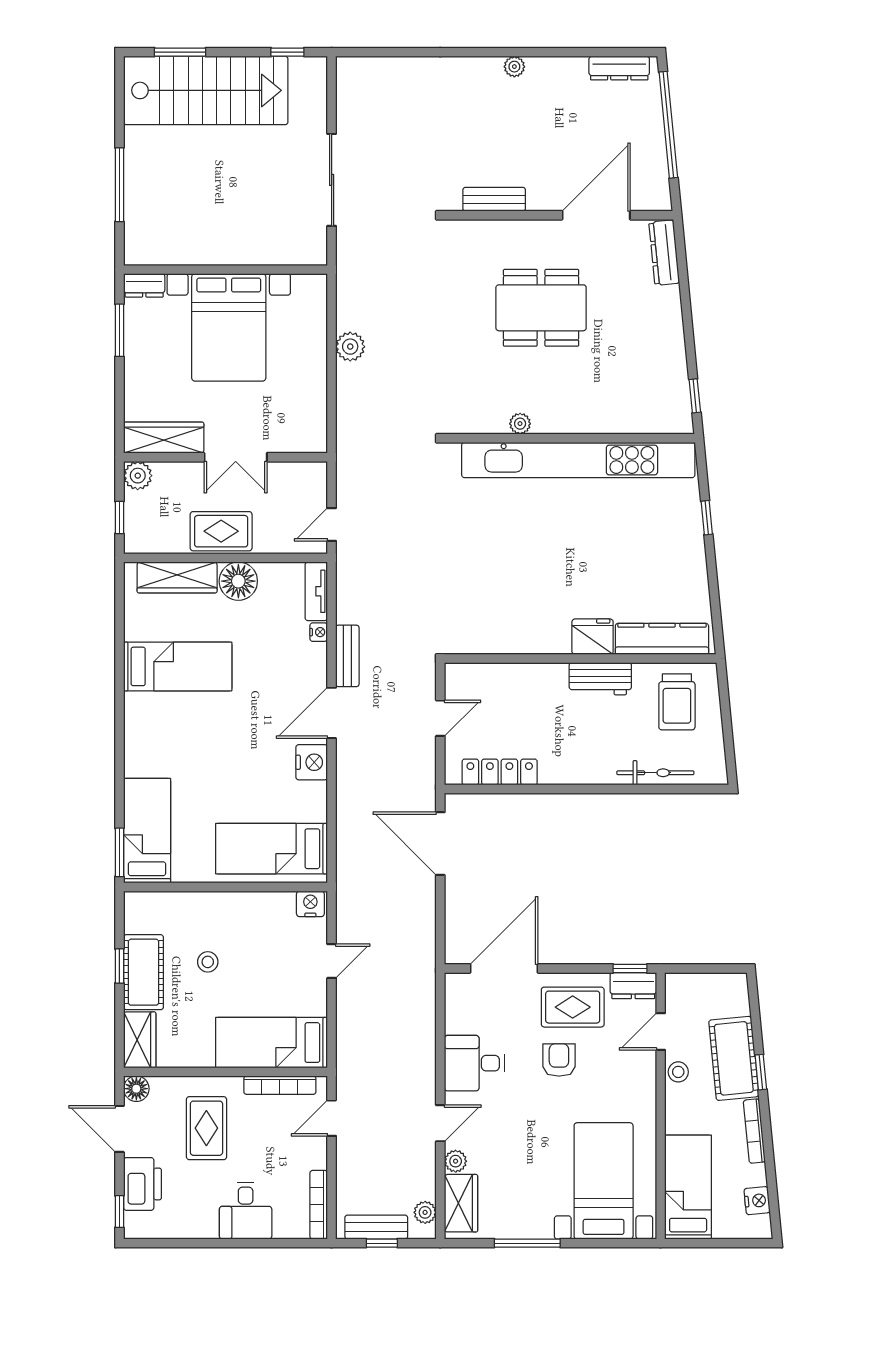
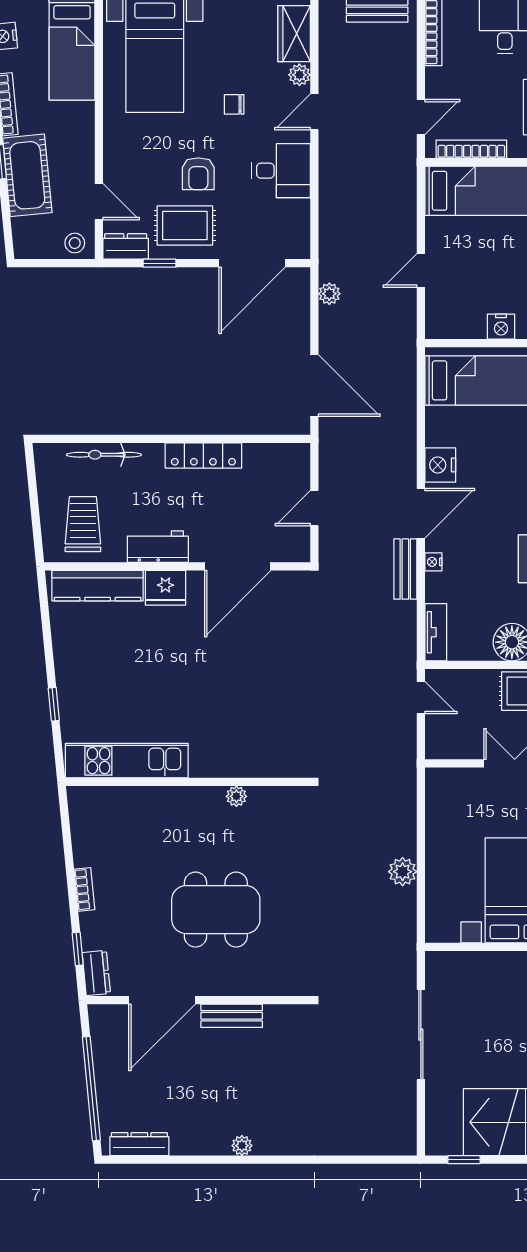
bench: (494, 199) -> (232, 1016), moved
dresser: (664, 253) -> (96, 973), width x0.70
bookcase: (675, 328) -> (84, 889), added
window: (695, 396) -> (78, 949), moved
kitchen unit: (578, 460) -> (127, 761), width x0.54
door: (332, 525) -> (421, 698), hinge flipped
nightstand: (319, 632) -> (433, 562), moved
door: (519, 659) -> (238, 566), added
locker: (500, 772) -> (203, 455), moved
nightstand: (310, 904) -> (501, 327), moved
window: (630, 969) -> (160, 263), moved
door: (661, 1031) -> (99, 202), hinge flipped
stool: (678, 1072) -> (75, 243), moved
chair: (522, 1131) -> (234, 104), added
plant: (425, 1212) -> (329, 294), moved

